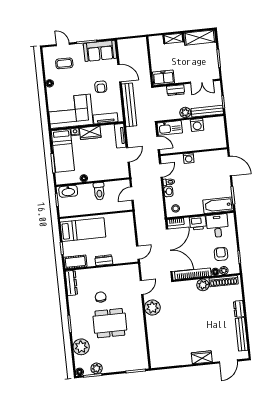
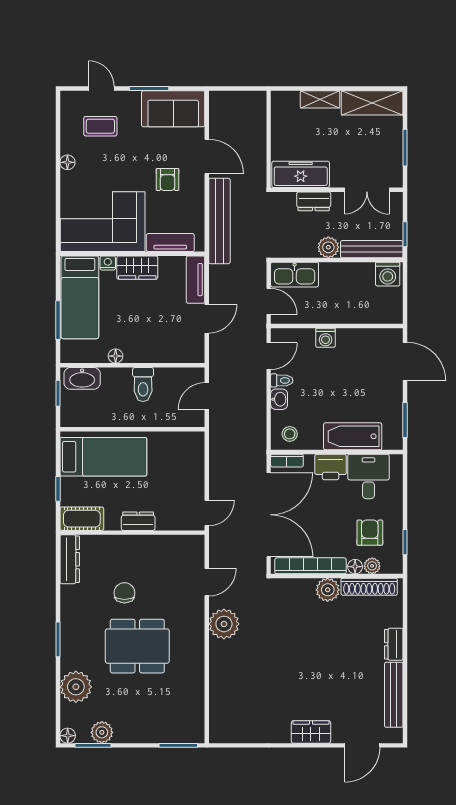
freezer: (163, 78) -> (301, 174), width x1.40
washing machine: (197, 125) -> (388, 274), moved
bathtub: (218, 205) -> (353, 436), moved

